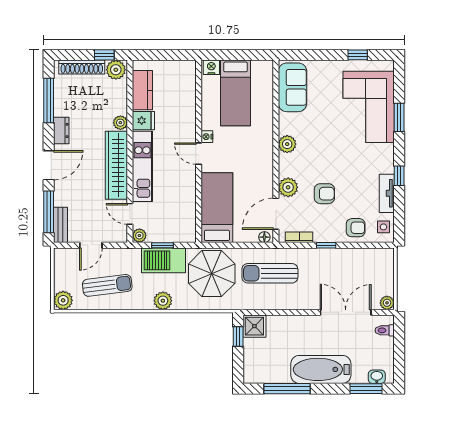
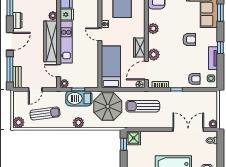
wardrobe: (264, 176) -> (139, 47), added
armchair: (324, 194) -> (189, 40), moved

